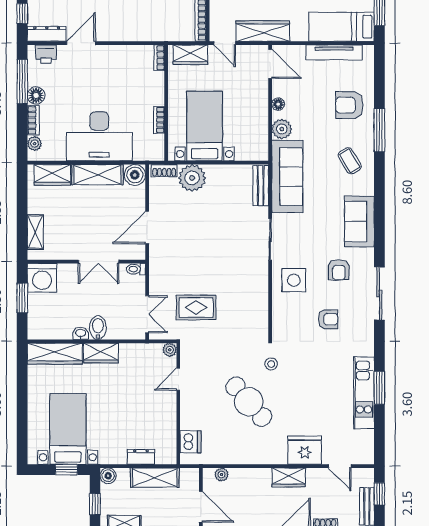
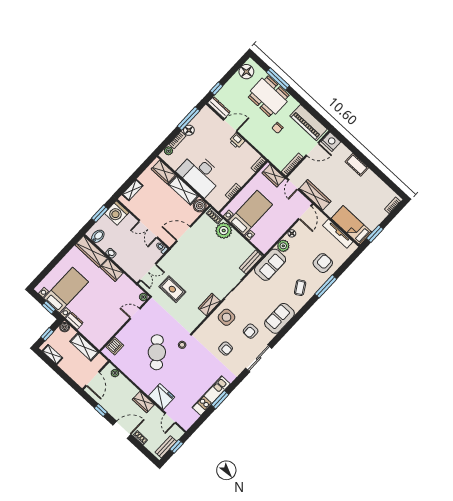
printer: (46, 54) -> (237, 141), moved
armchair: (349, 105) -> (323, 263), turned 90
sofa: (287, 177) -> (270, 265), width x0.73
wardrobe: (259, 284) -> (209, 305), added
bidet: (98, 328) -> (98, 236), moved
dresser: (141, 457) -> (74, 321), moved

